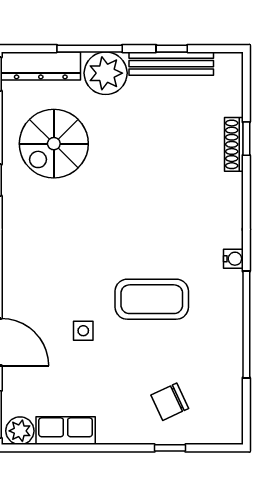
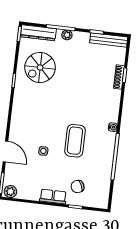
bench: (171, 64) -> (109, 40), moved
plant: (106, 73) -> (67, 35), width x0.53, depth x0.53
coffee table: (152, 299) -> (75, 141), turned 90
row of seats: (66, 431) -> (53, 197), moved

